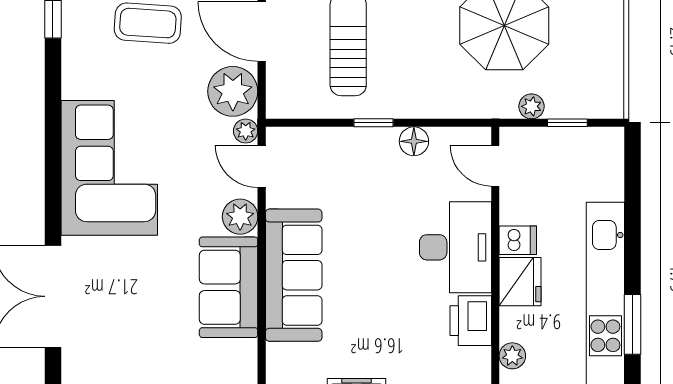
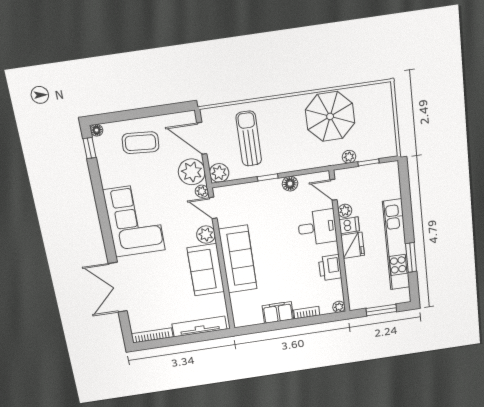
plant: (284, 101) -> (219, 173), added
desk: (455, 247) -> (317, 227), width x0.73
plant: (512, 356) -> (345, 211), moved

